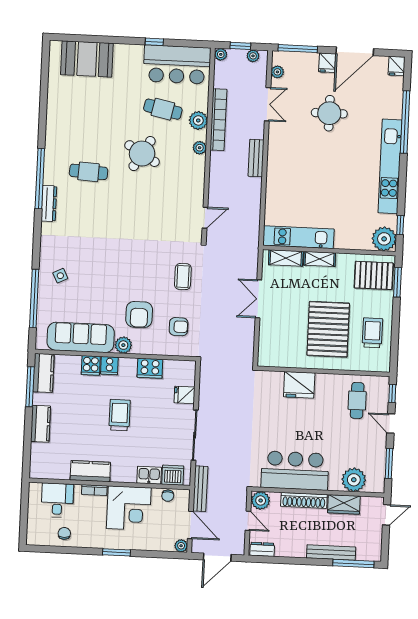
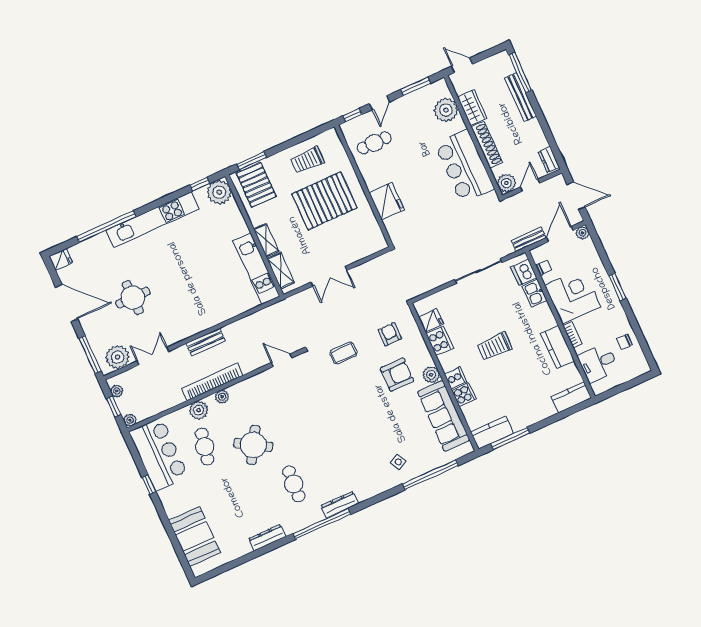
fridge: (327, 63) -> (89, 322), removed
plant: (277, 72) -> (118, 357), width x1.88, depth x1.88
bookcase: (218, 120) -> (212, 382), moved
dresser: (53, 123) -> (267, 538), added
fridge: (185, 395) -> (431, 320), moved, turned -90
kitchen counter: (41, 424) -> (571, 397), moved
bench: (200, 489) -> (529, 239), width x0.73

